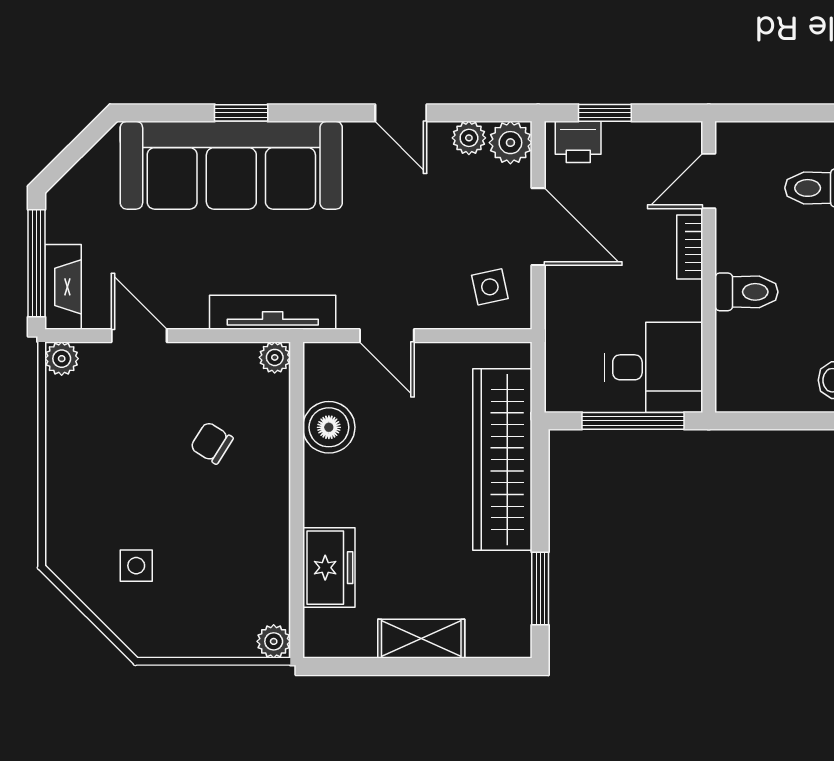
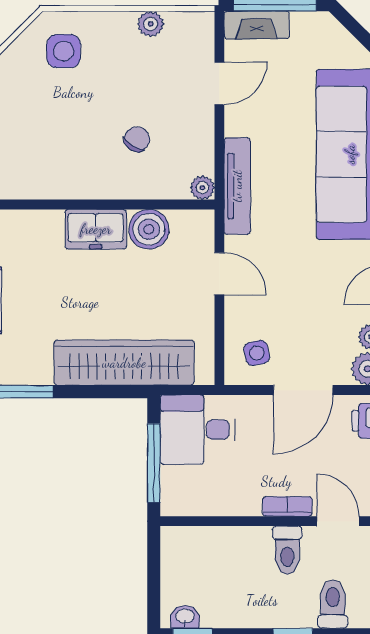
toilet: (746, 292) -> (287, 550), moved
door: (387, 336) -> (219, 274), swing flipped
plant: (62, 359) -> (151, 24), moved
desk: (654, 367) -> (198, 430), moved, turned 90
side table: (136, 566) -> (64, 51), moved, width x1.37, depth x1.37
freezer: (329, 568) -> (96, 229), moved

